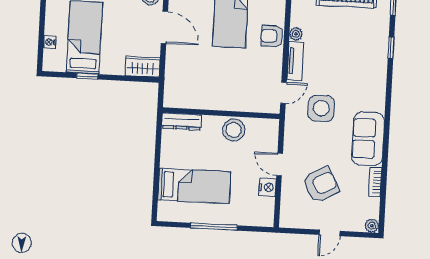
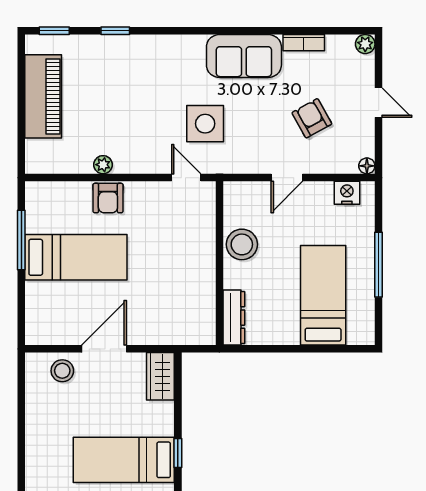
tv unit: (295, 61) -> (141, 164), removed
armchair: (321, 185) -> (312, 118), width x0.72, depth x0.72
nightstand: (267, 187) -> (347, 193), moved
floor lamp: (285, 222) -> (367, 166), added

